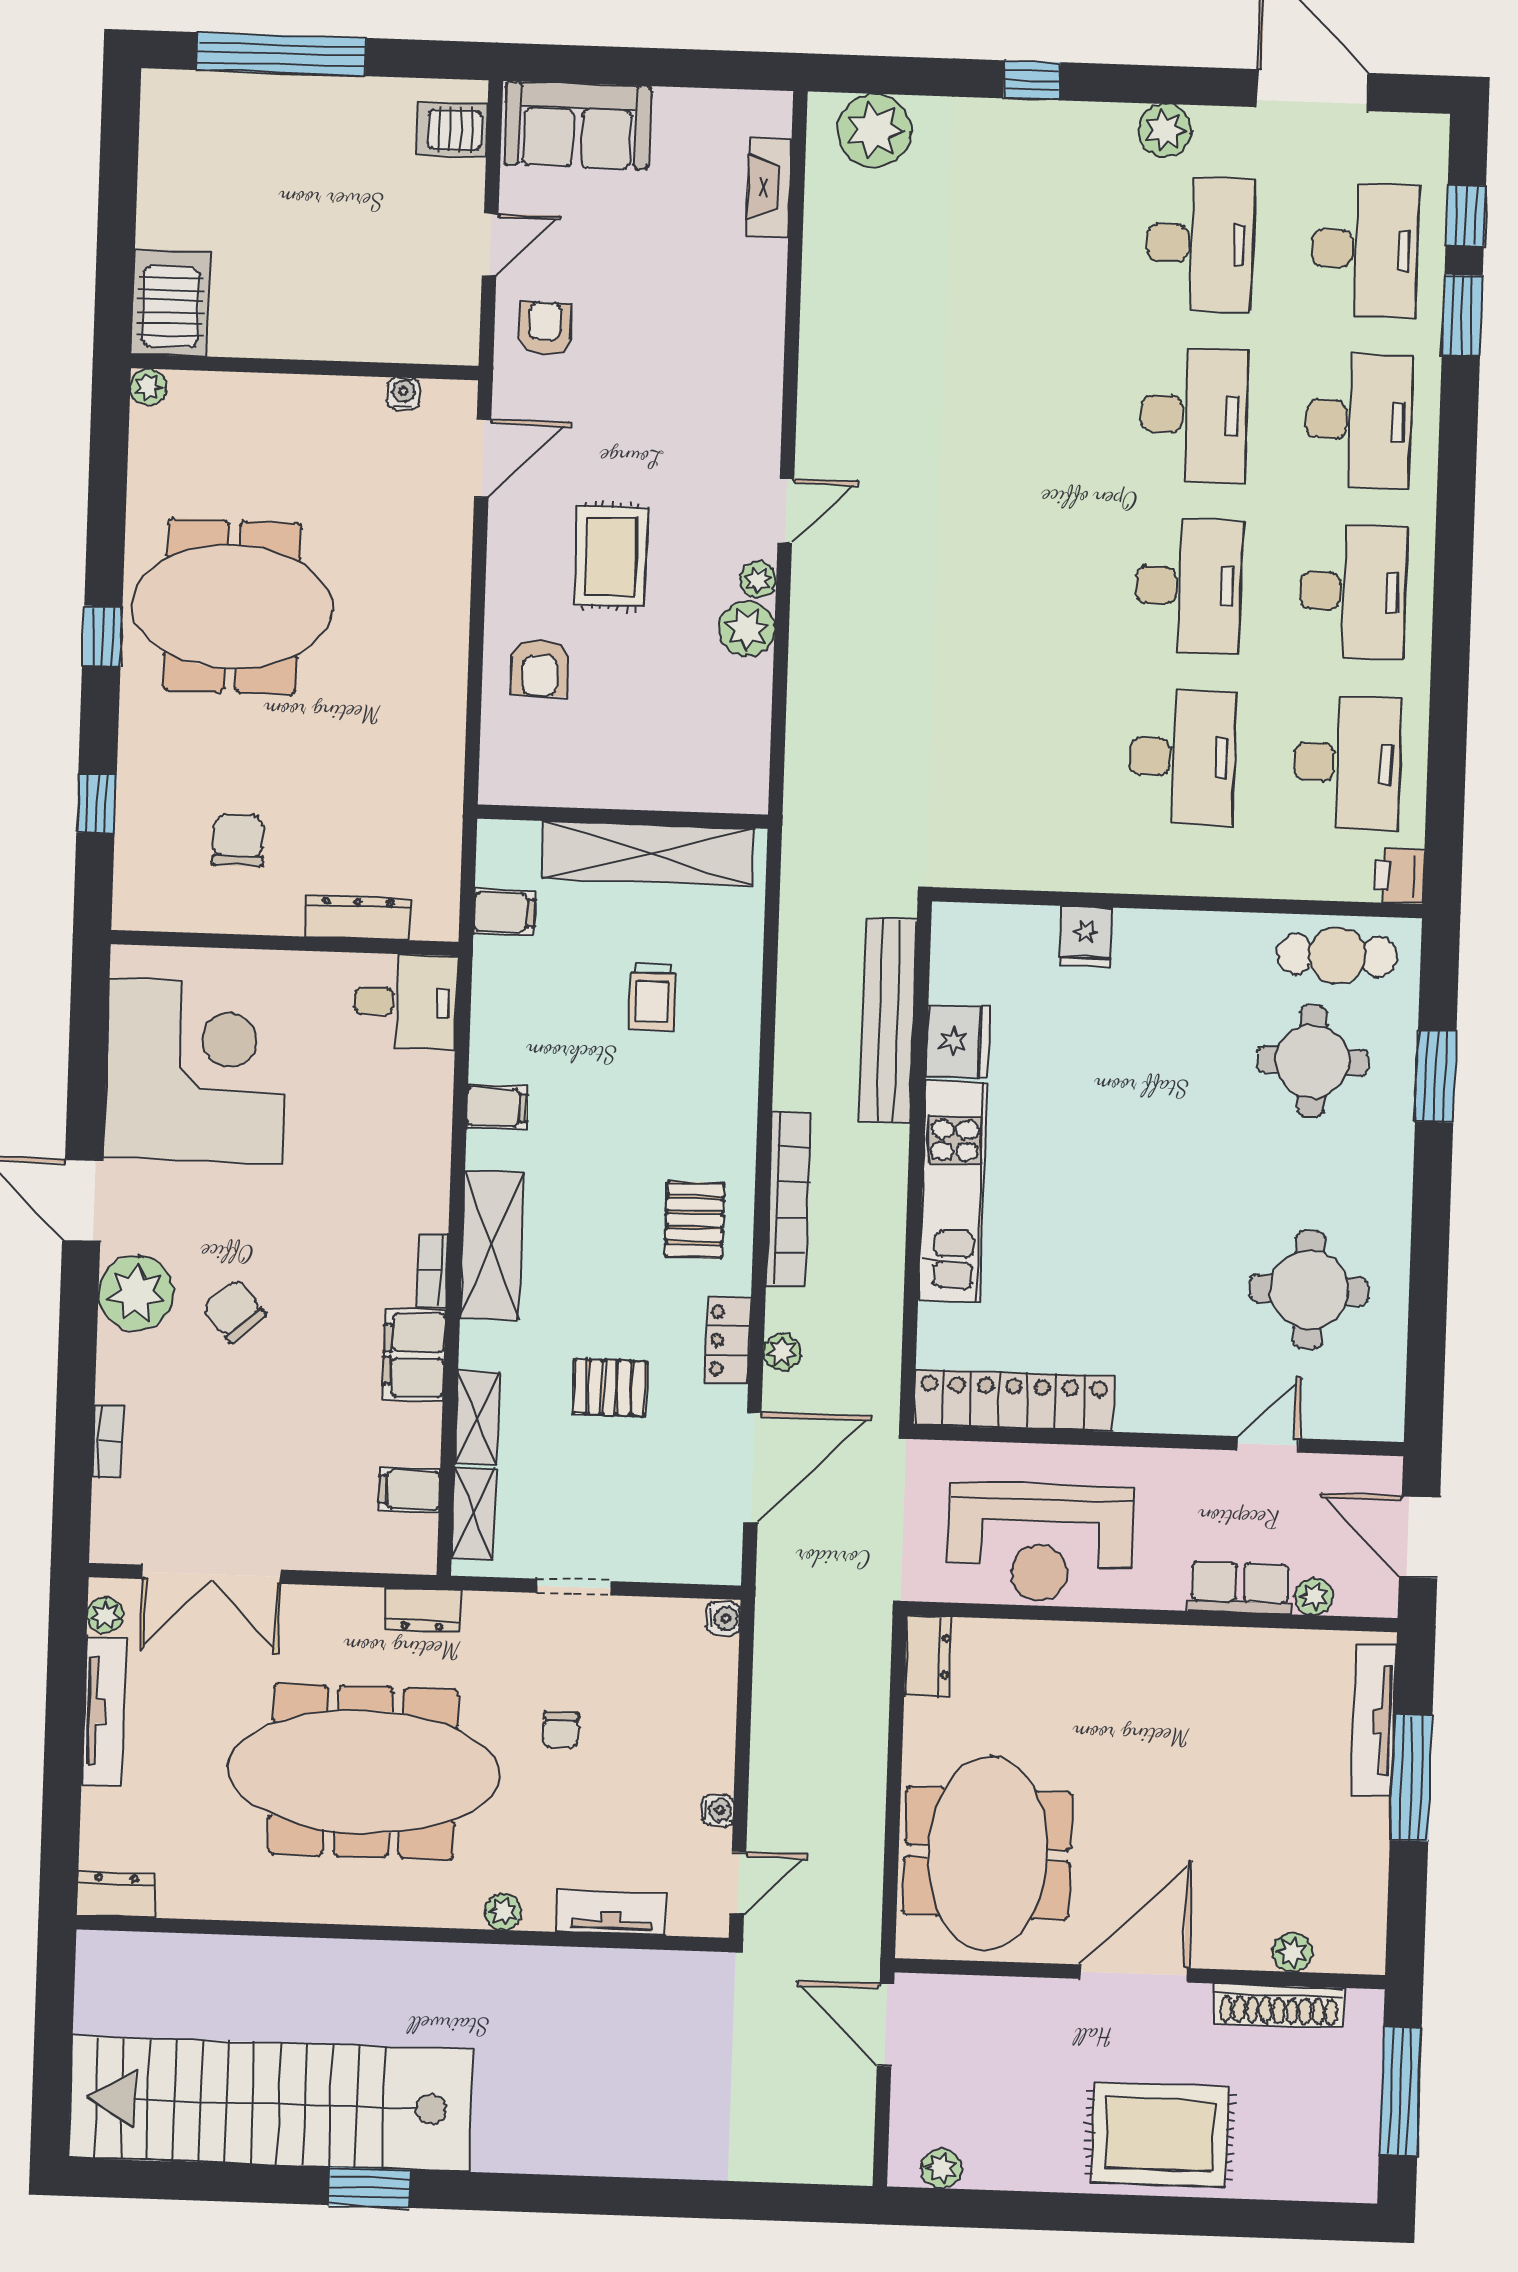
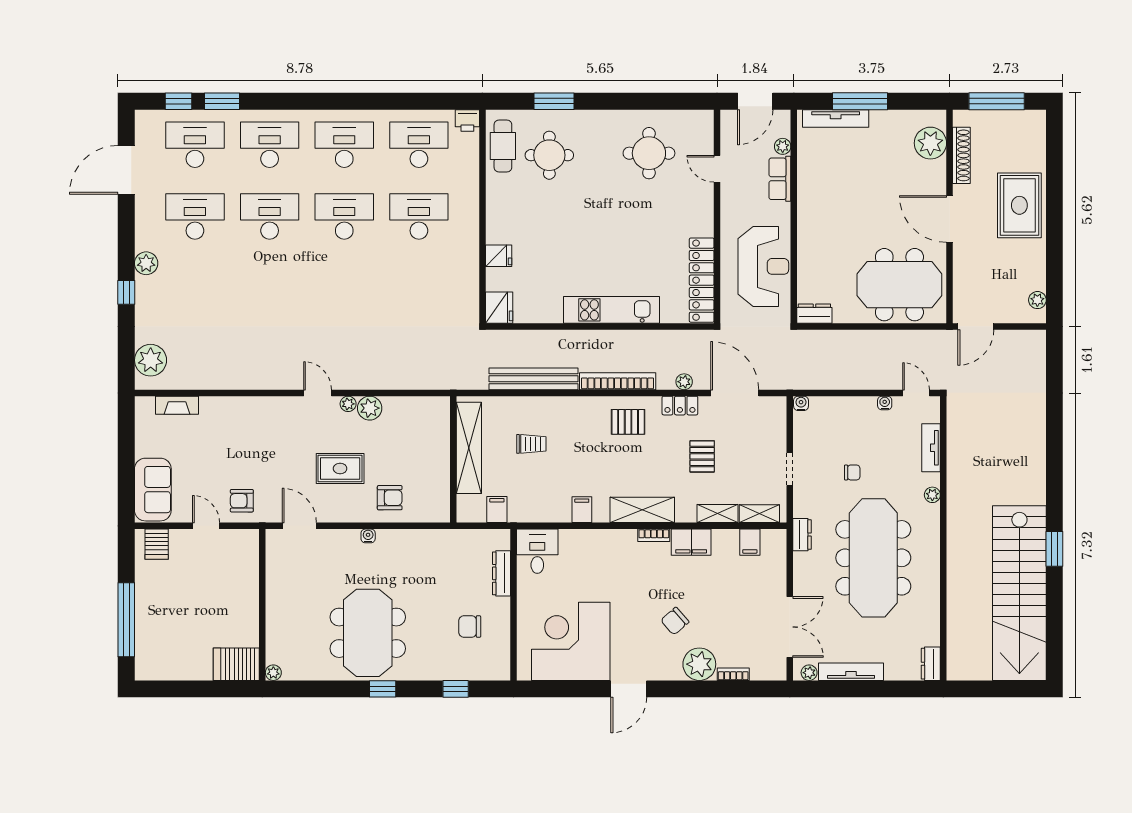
plant: (1165, 130) -> (146, 263), moved
water cooler: (403, 394) -> (368, 536), moved, turned 90
bench: (888, 1021) -> (533, 379), moved
fridge: (958, 1041) -> (499, 308), moved, turned 90
plant: (136, 1293) -> (699, 664), moved
plant: (1292, 1952) -> (930, 143), width x1.88, depth x1.88

